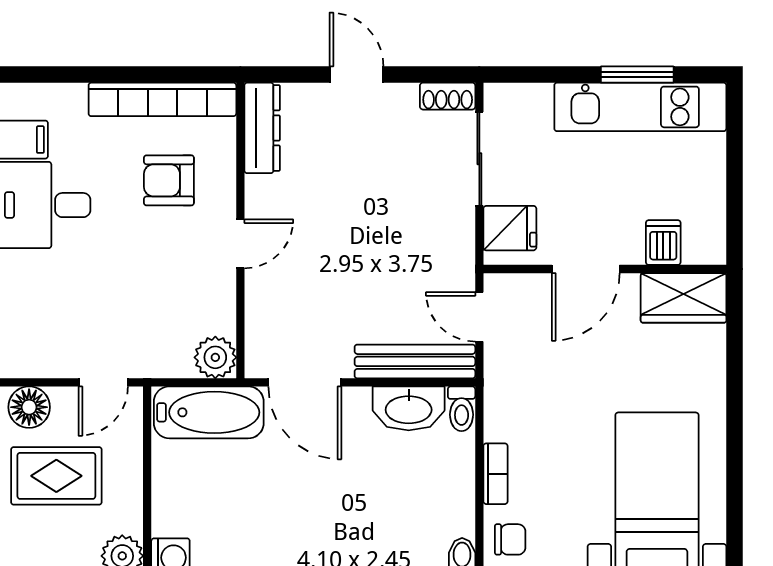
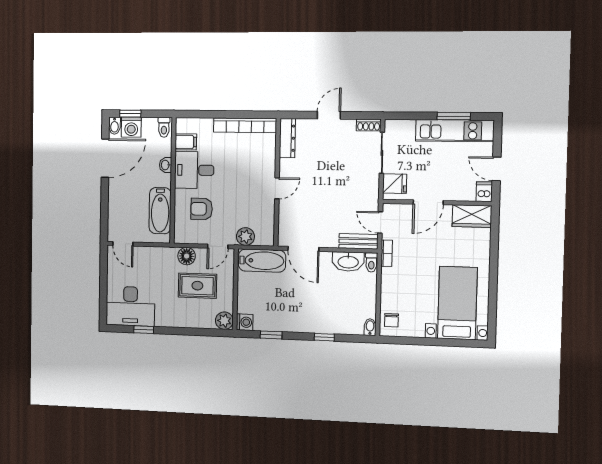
door: (357, 75) -> (329, 115), hinge flipped
armchair: (169, 180) -> (202, 209), moved
door: (734, 191) -> (497, 169), added
dishwasher: (663, 243) -> (484, 192), moved
plant: (215, 357) -> (245, 237), moved
bench: (415, 361) -> (358, 241), width x0.73
bookcase: (495, 474) -> (387, 253), moved
chair: (510, 539) -> (391, 320), turned 90

